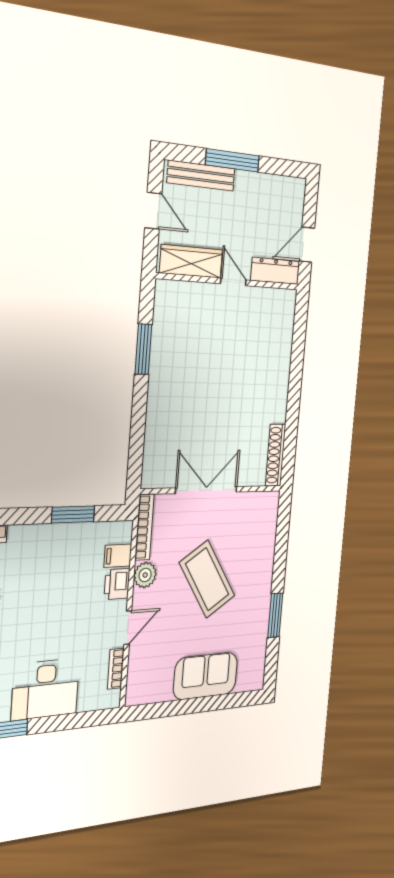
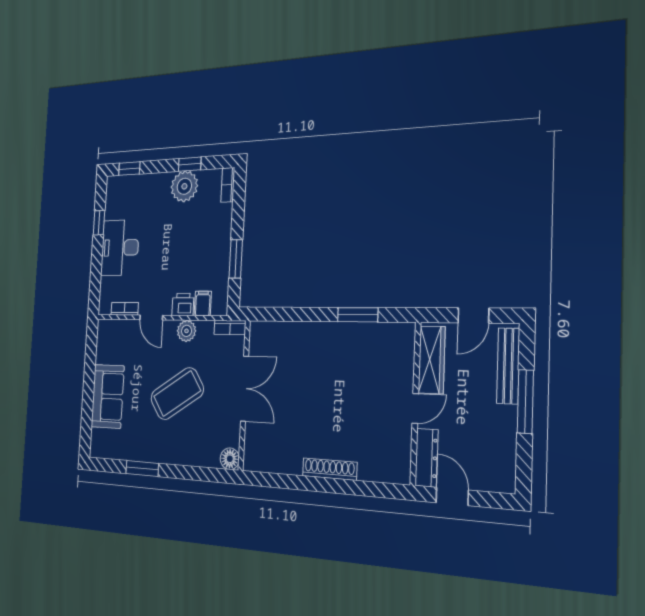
shoe rack: (276, 455) -> (330, 469), moved
floor lamp: (270, 503) -> (230, 459), added
bookcase: (144, 527) -> (230, 327), width x0.64

